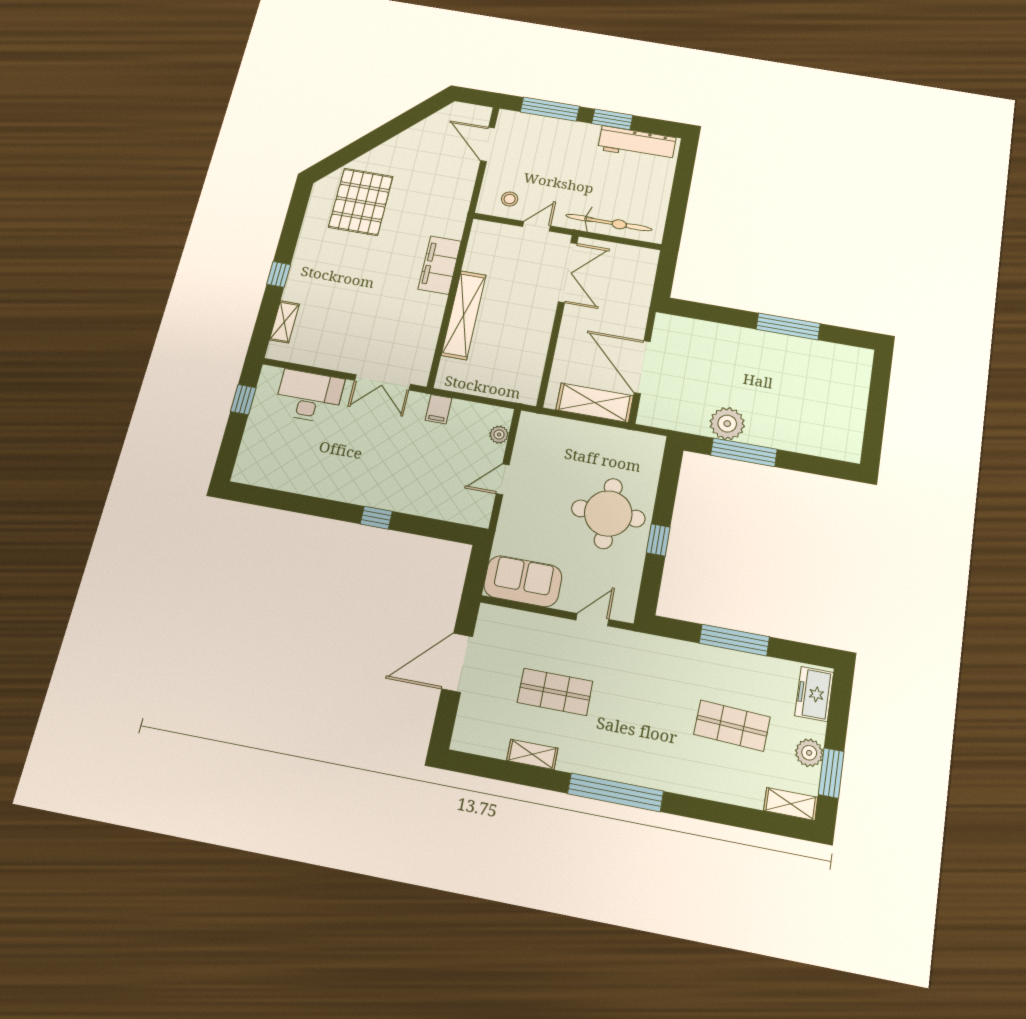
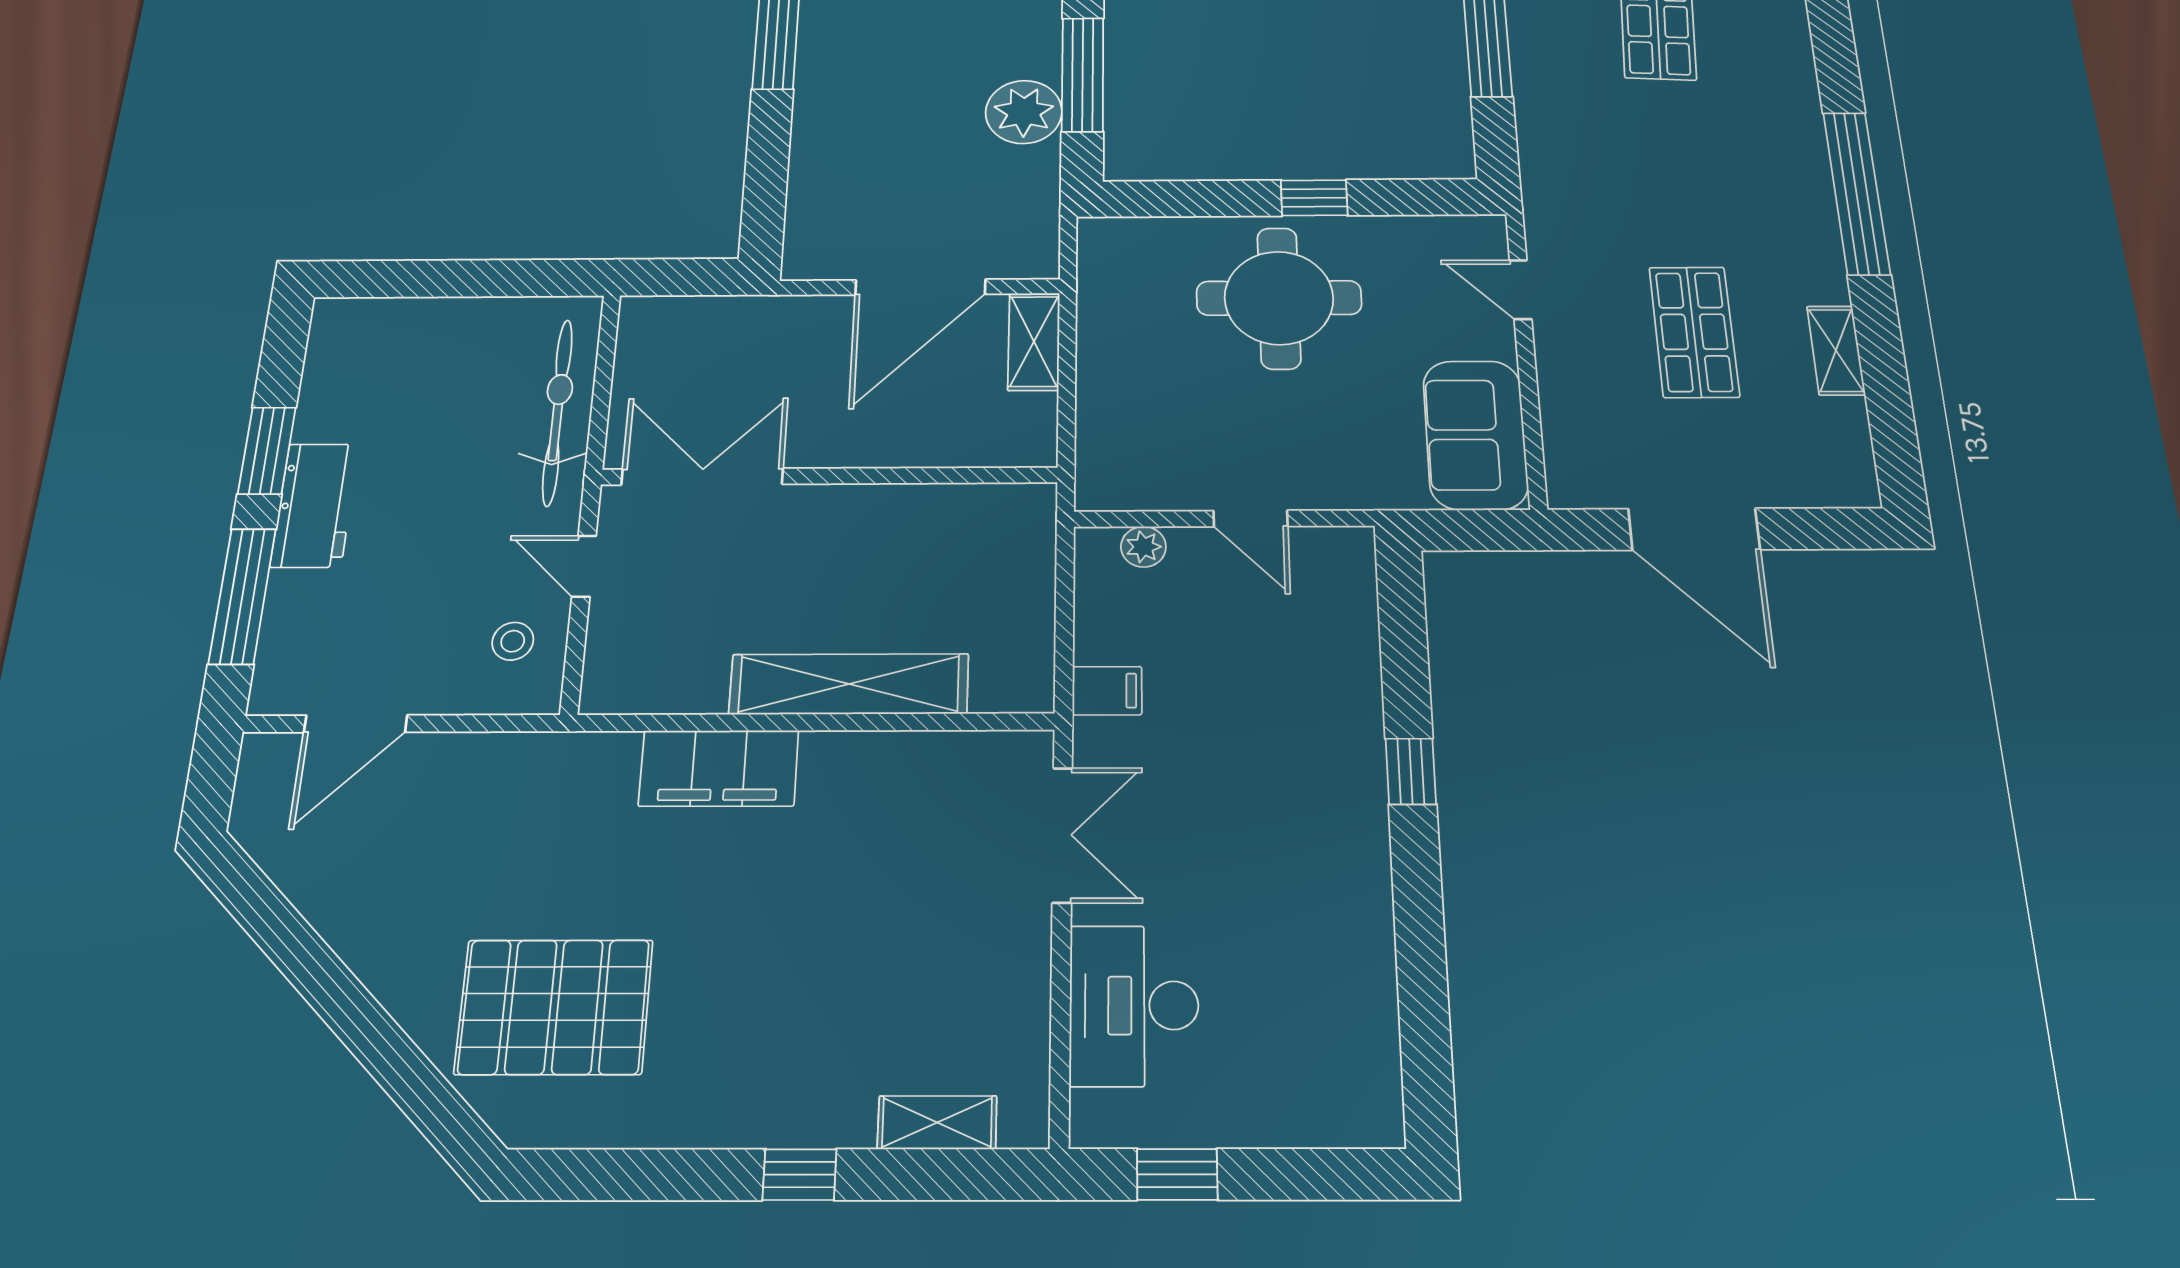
workbench: (637, 144) -> (315, 505), moved, width x0.73
shelving: (595, 403) -> (1034, 341), width x0.67, depth x0.75

